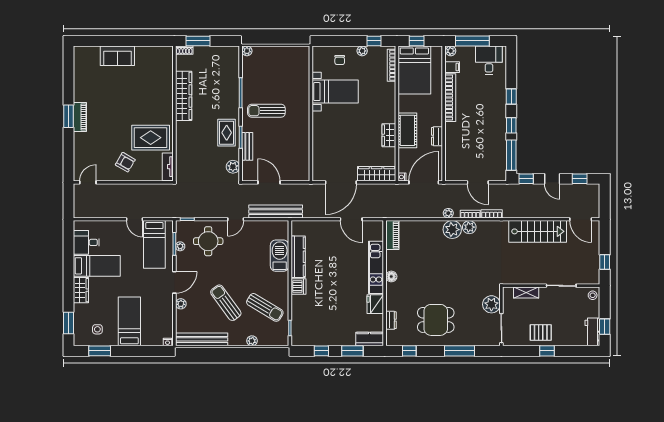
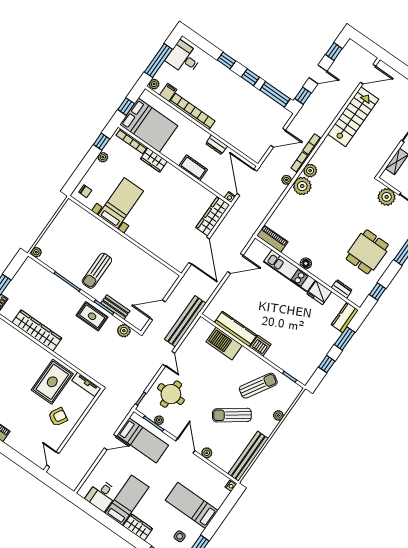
chair: (340, 60) -> (85, 191), moved
cot: (407, 130) -> (193, 168), width x0.73, depth x0.75
wardrobe: (389, 135) -> (154, 160), moved

